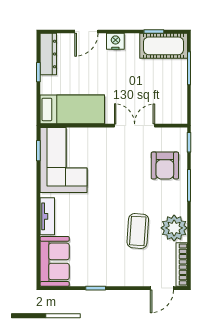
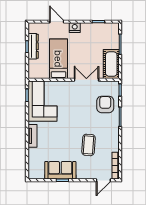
door: (86, 32) -> (57, 22), swing flipped
cot: (164, 46) -> (111, 64), moved, turned 90
dresser: (48, 54) -> (33, 46), moved
bed: (72, 109) -> (58, 59), moved, turned -90
armchair: (165, 166) -> (105, 104), turned 180
plant: (174, 228) -> (111, 143), removed
sofa: (55, 261) -> (60, 170), moved, turned -90

